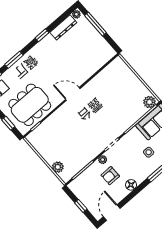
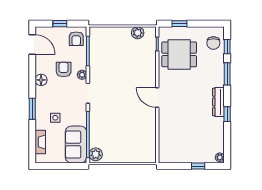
window: (95, 24) -> (198, 166), width x0.46
dresser: (63, 27) -> (218, 102), moved
door: (73, 94) -> (157, 97), swing flipped
dining table: (30, 105) -> (179, 54), width x0.73
plant: (58, 167) -> (138, 33), moved
armchair: (81, 186) -> (76, 39), added

